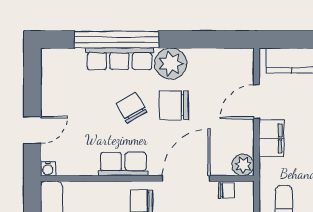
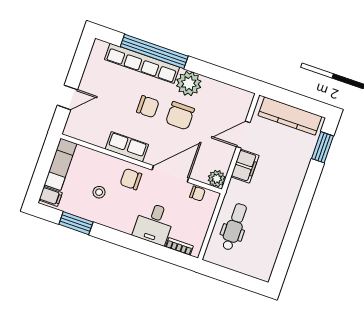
row of seats: (119, 59) -> (142, 63), width x1.36
chair: (174, 105) -> (180, 116), turned -90
chair: (132, 108) -> (148, 107), turned 120
water cooler: (48, 169) -> (69, 131), removed

